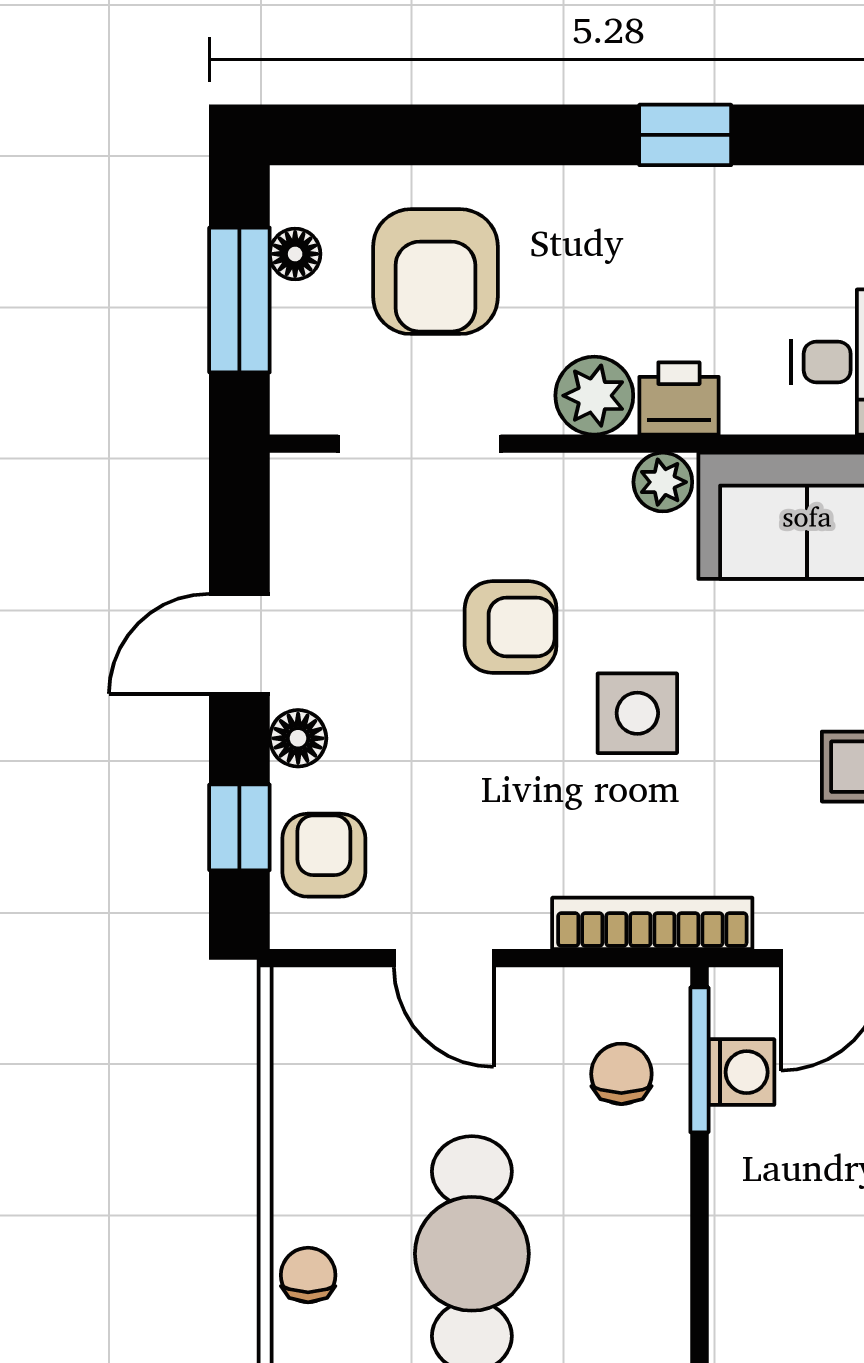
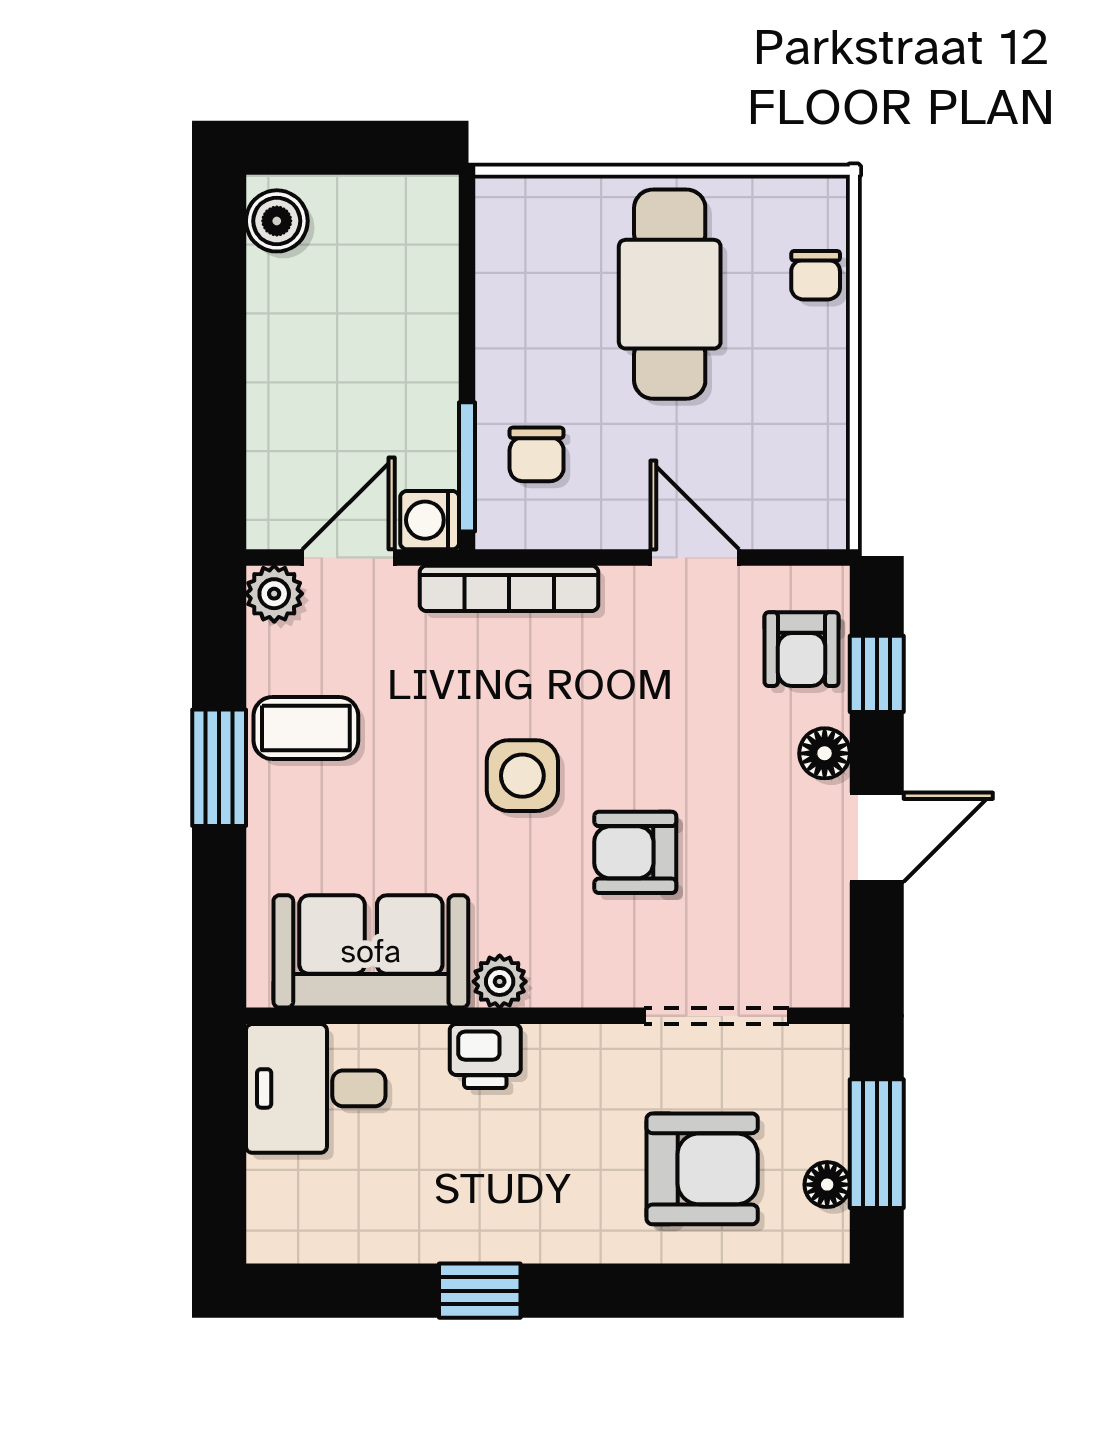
armchair: (435, 272) -> (702, 1169), turned 90
plant: (594, 396) -> (561, 1058), removed
washing machine: (741, 1072) -> (430, 520), moved

